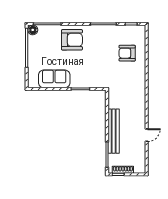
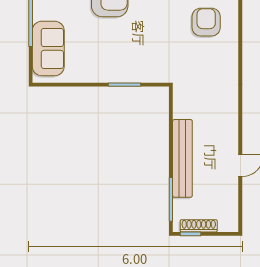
armchair: (127, 53) -> (206, 22), turned 90
sofa: (54, 79) -> (48, 48), moved, turned 90

